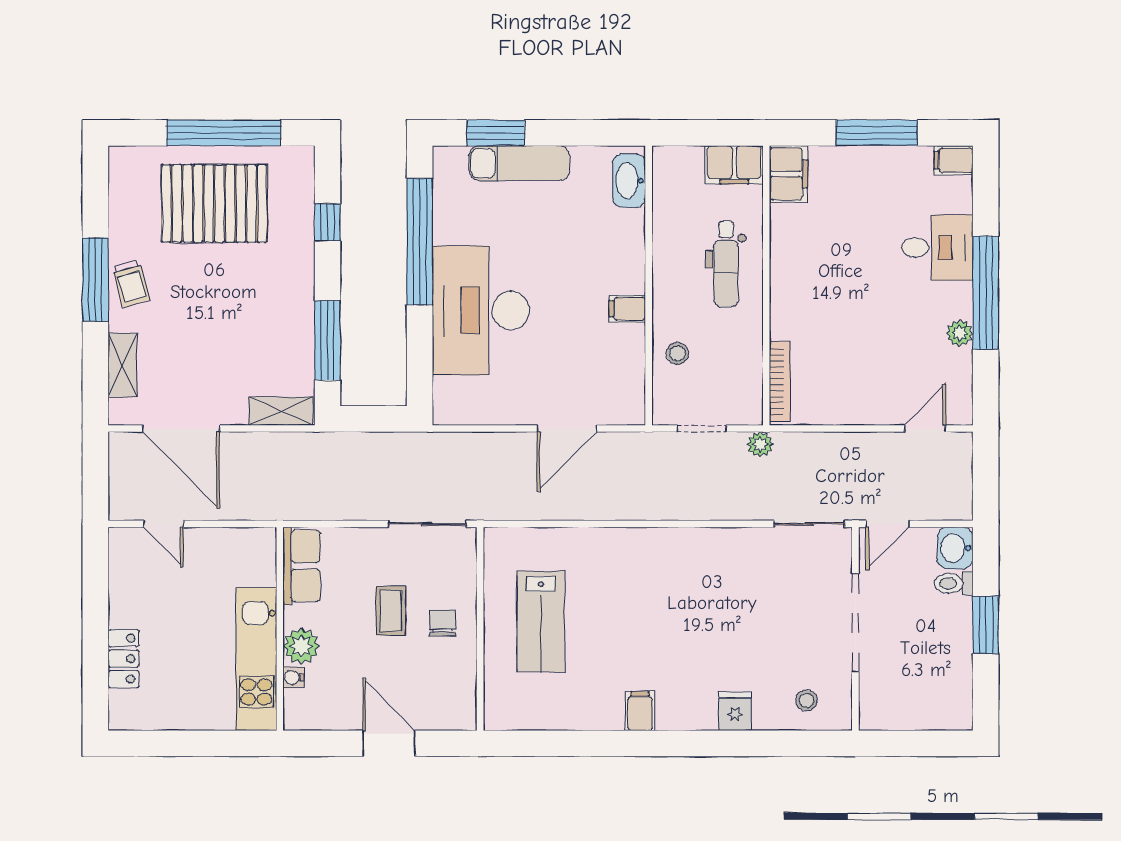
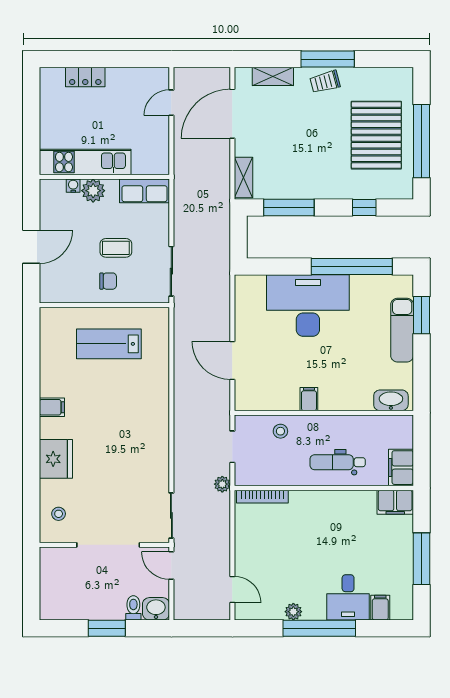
filing cabinet: (953, 160) -> (380, 608), moved
fridge: (735, 711) -> (56, 459), width x1.88, depth x1.34

